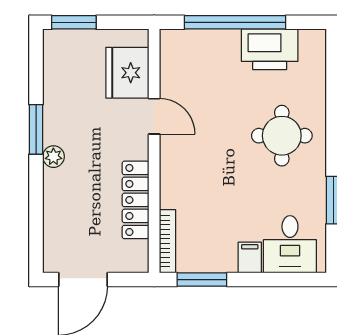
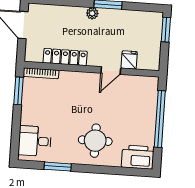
printer: (270, 49) -> (138, 157), moved, turned 90
fridge: (127, 73) -> (129, 60), width x0.53, depth x0.75
filing cabinet: (250, 258) -> (29, 118), removed

